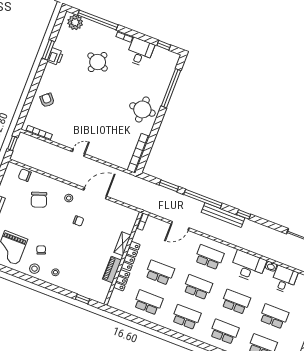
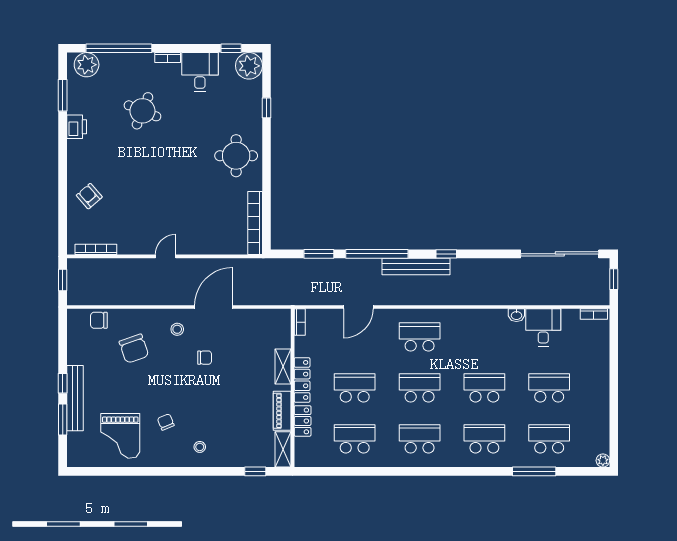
window: (48, 50) -> (63, 95), moved
plant: (170, 60) -> (249, 66), added
window: (171, 88) -> (267, 108), width x0.32
desk: (248, 266) -> (482, 328), removed
stool: (34, 269) -> (167, 453), removed
shelving: (104, 292) -> (283, 449), added

